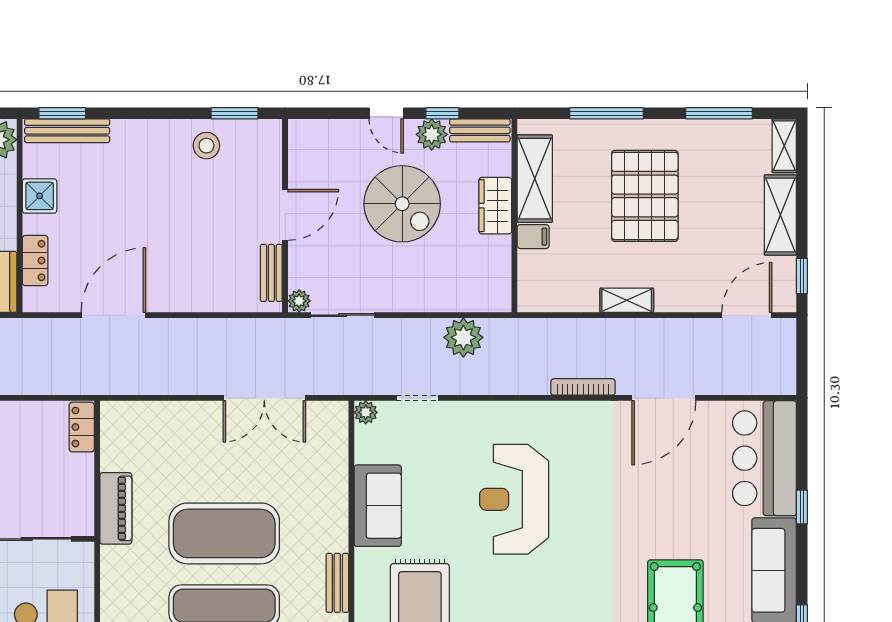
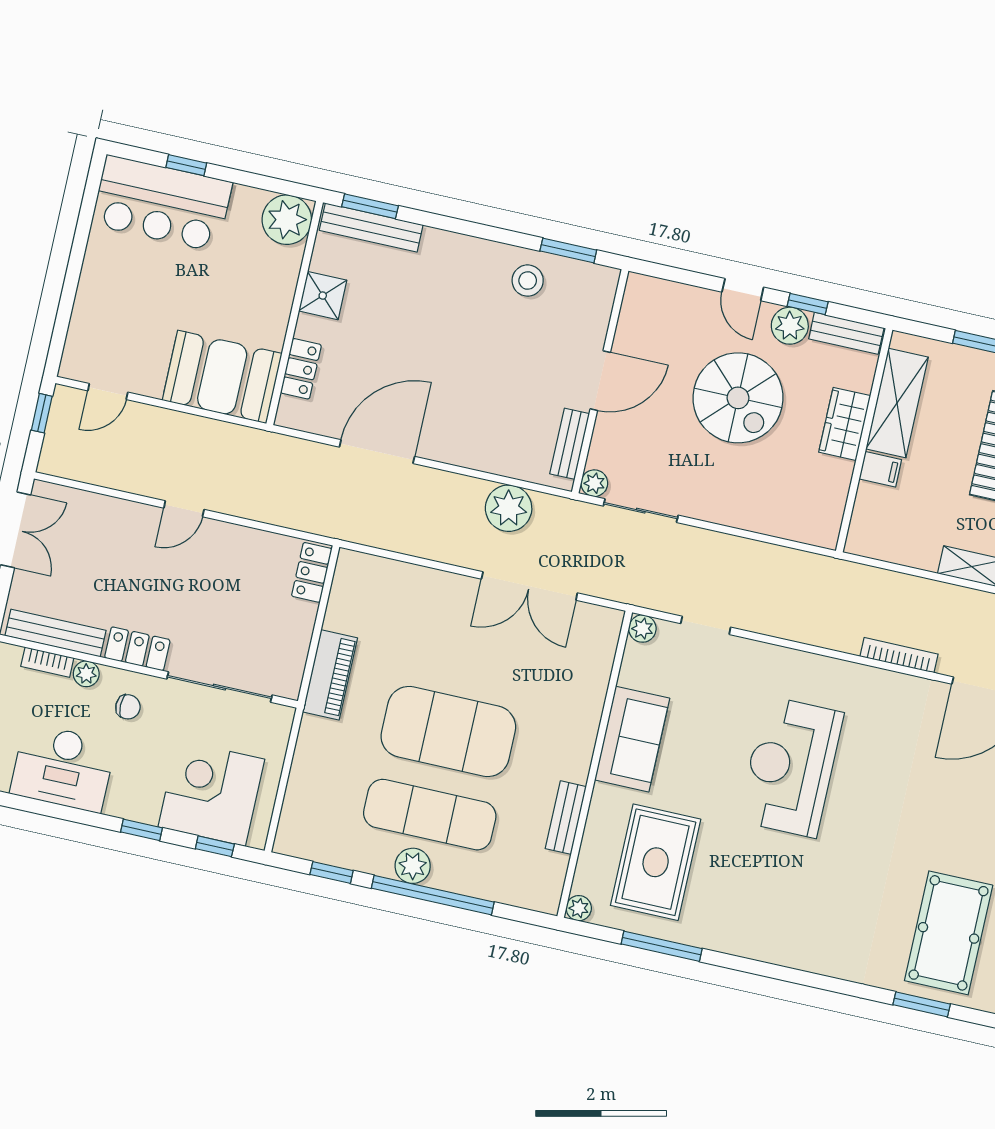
plant: (463, 337) -> (509, 508), moved

